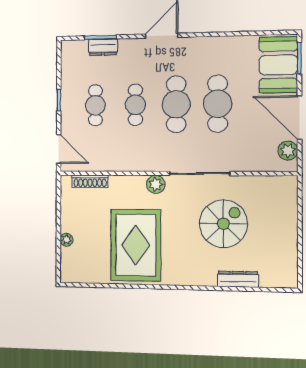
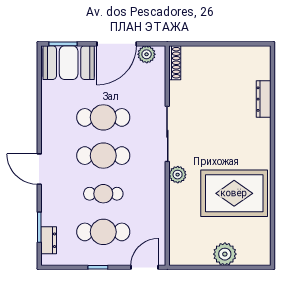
dresser: (103, 47) -> (49, 240), moved
cafe table: (95, 105) -> (103, 232), width x1.37, depth x1.35
shoe rack: (90, 181) -> (175, 63), moved
spiral stairs: (223, 224) -> (213, 112), removed
plant: (66, 240) -> (225, 254), width x1.88, depth x1.88

